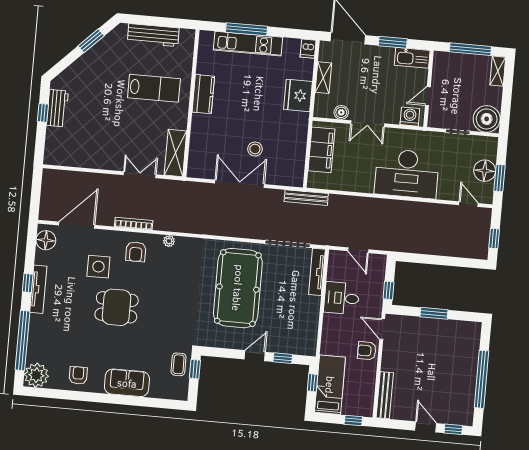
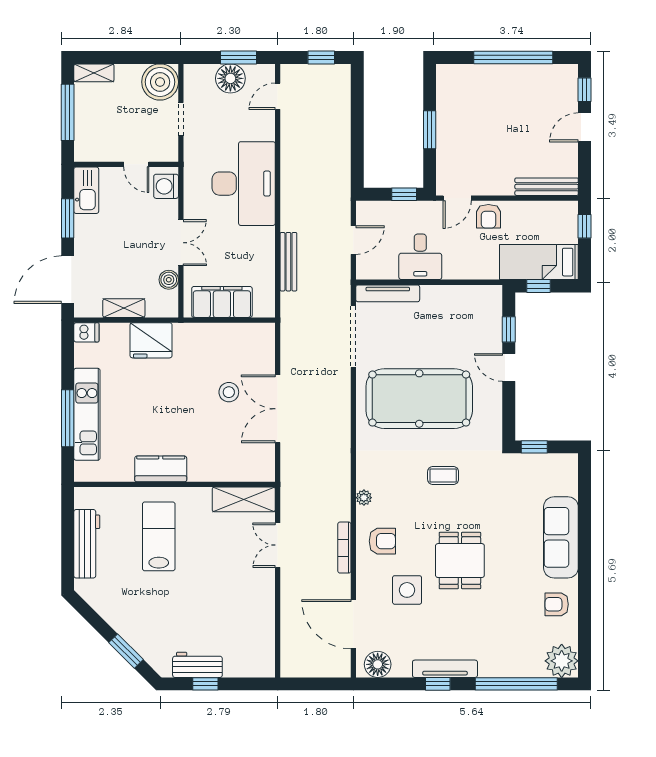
window: (91, 41) -> (126, 651), moved
bench: (306, 198) -> (288, 262), moved
coffee table: (179, 364) -> (443, 475), moved
sofa: (127, 383) -> (561, 537), width x1.36

